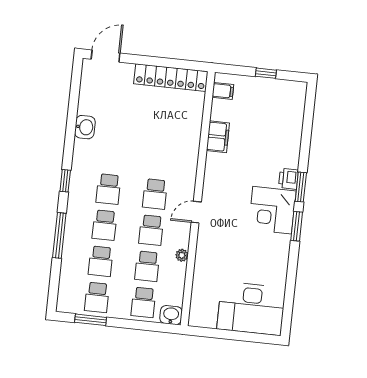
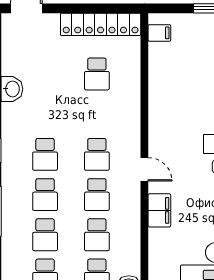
school desk: (163, 122) -> (97, 74), added
filing cabinet: (218, 137) -> (159, 210), moved
door: (196, 212) -> (144, 169), swing flipped
plant: (182, 255) -> (134, 219), removed

